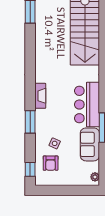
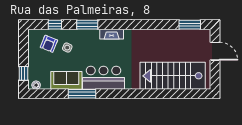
armchair: (51, 163) -> (49, 44), turned -68
window: (30, 169) -> (55, 25), moved
window: (82, 190) -> (23, 73), added

